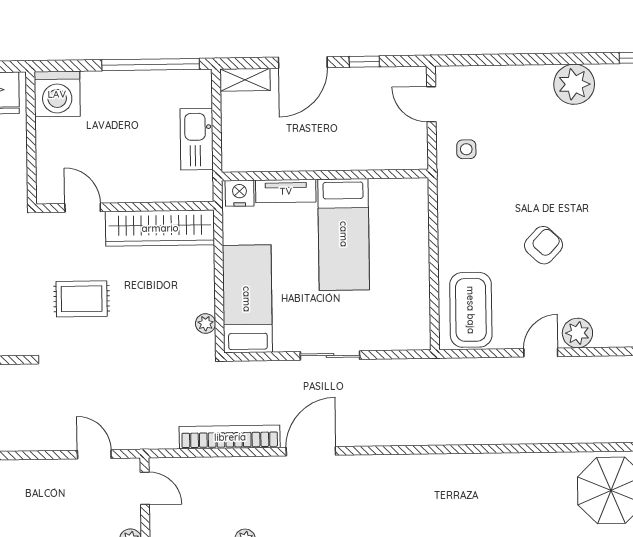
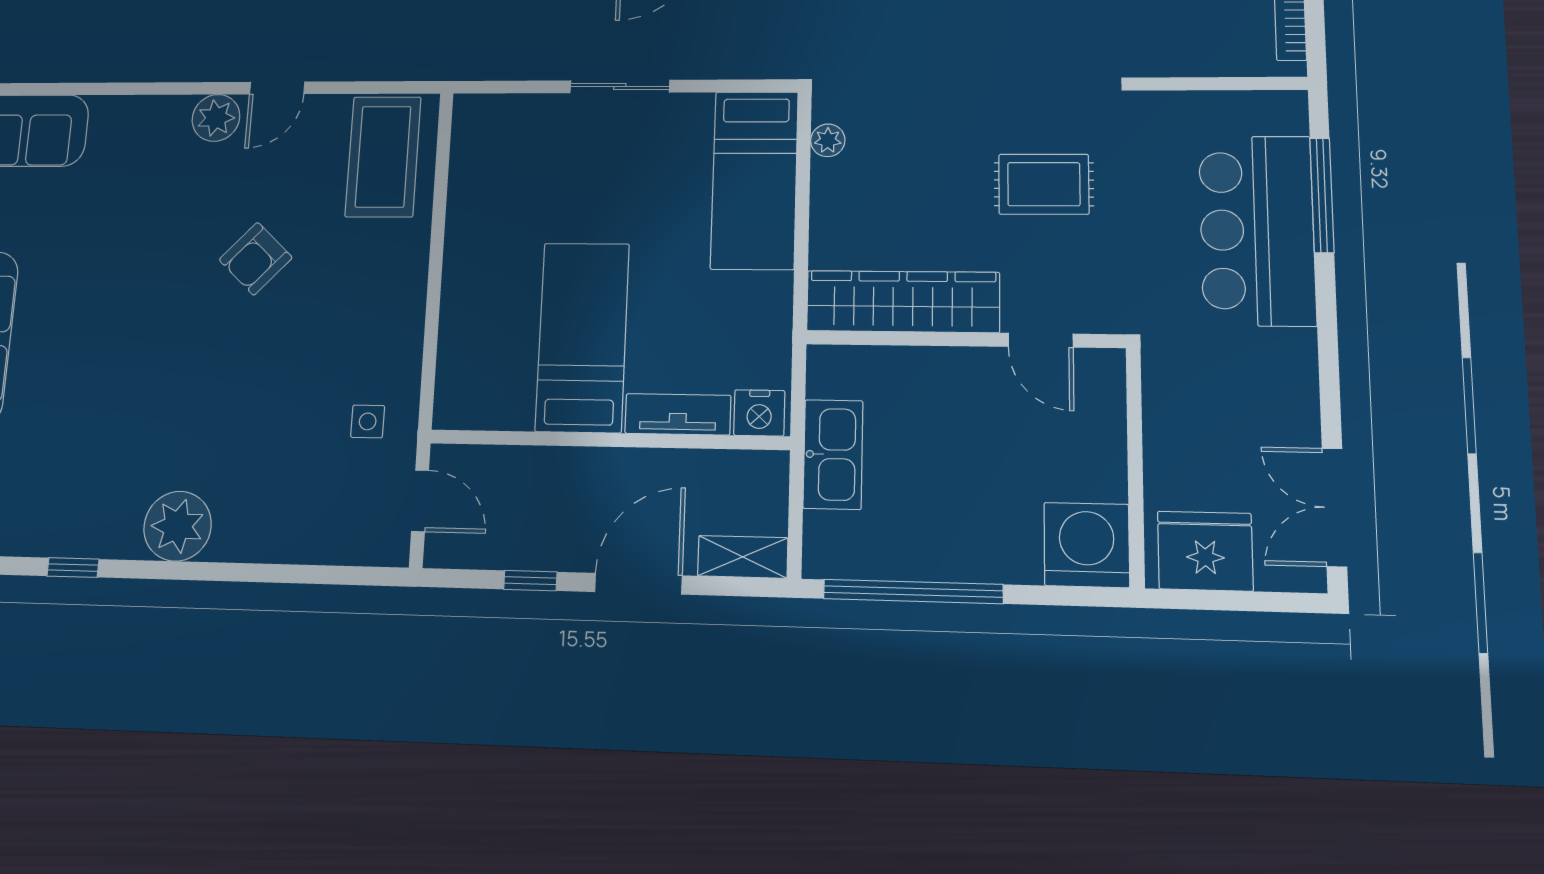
wall: (325, 175) -> (608, 440), moved
tv unit: (286, 191) -> (678, 414), moved
nightstand: (240, 193) -> (759, 413), moved
bed: (344, 234) -> (582, 337), moved

